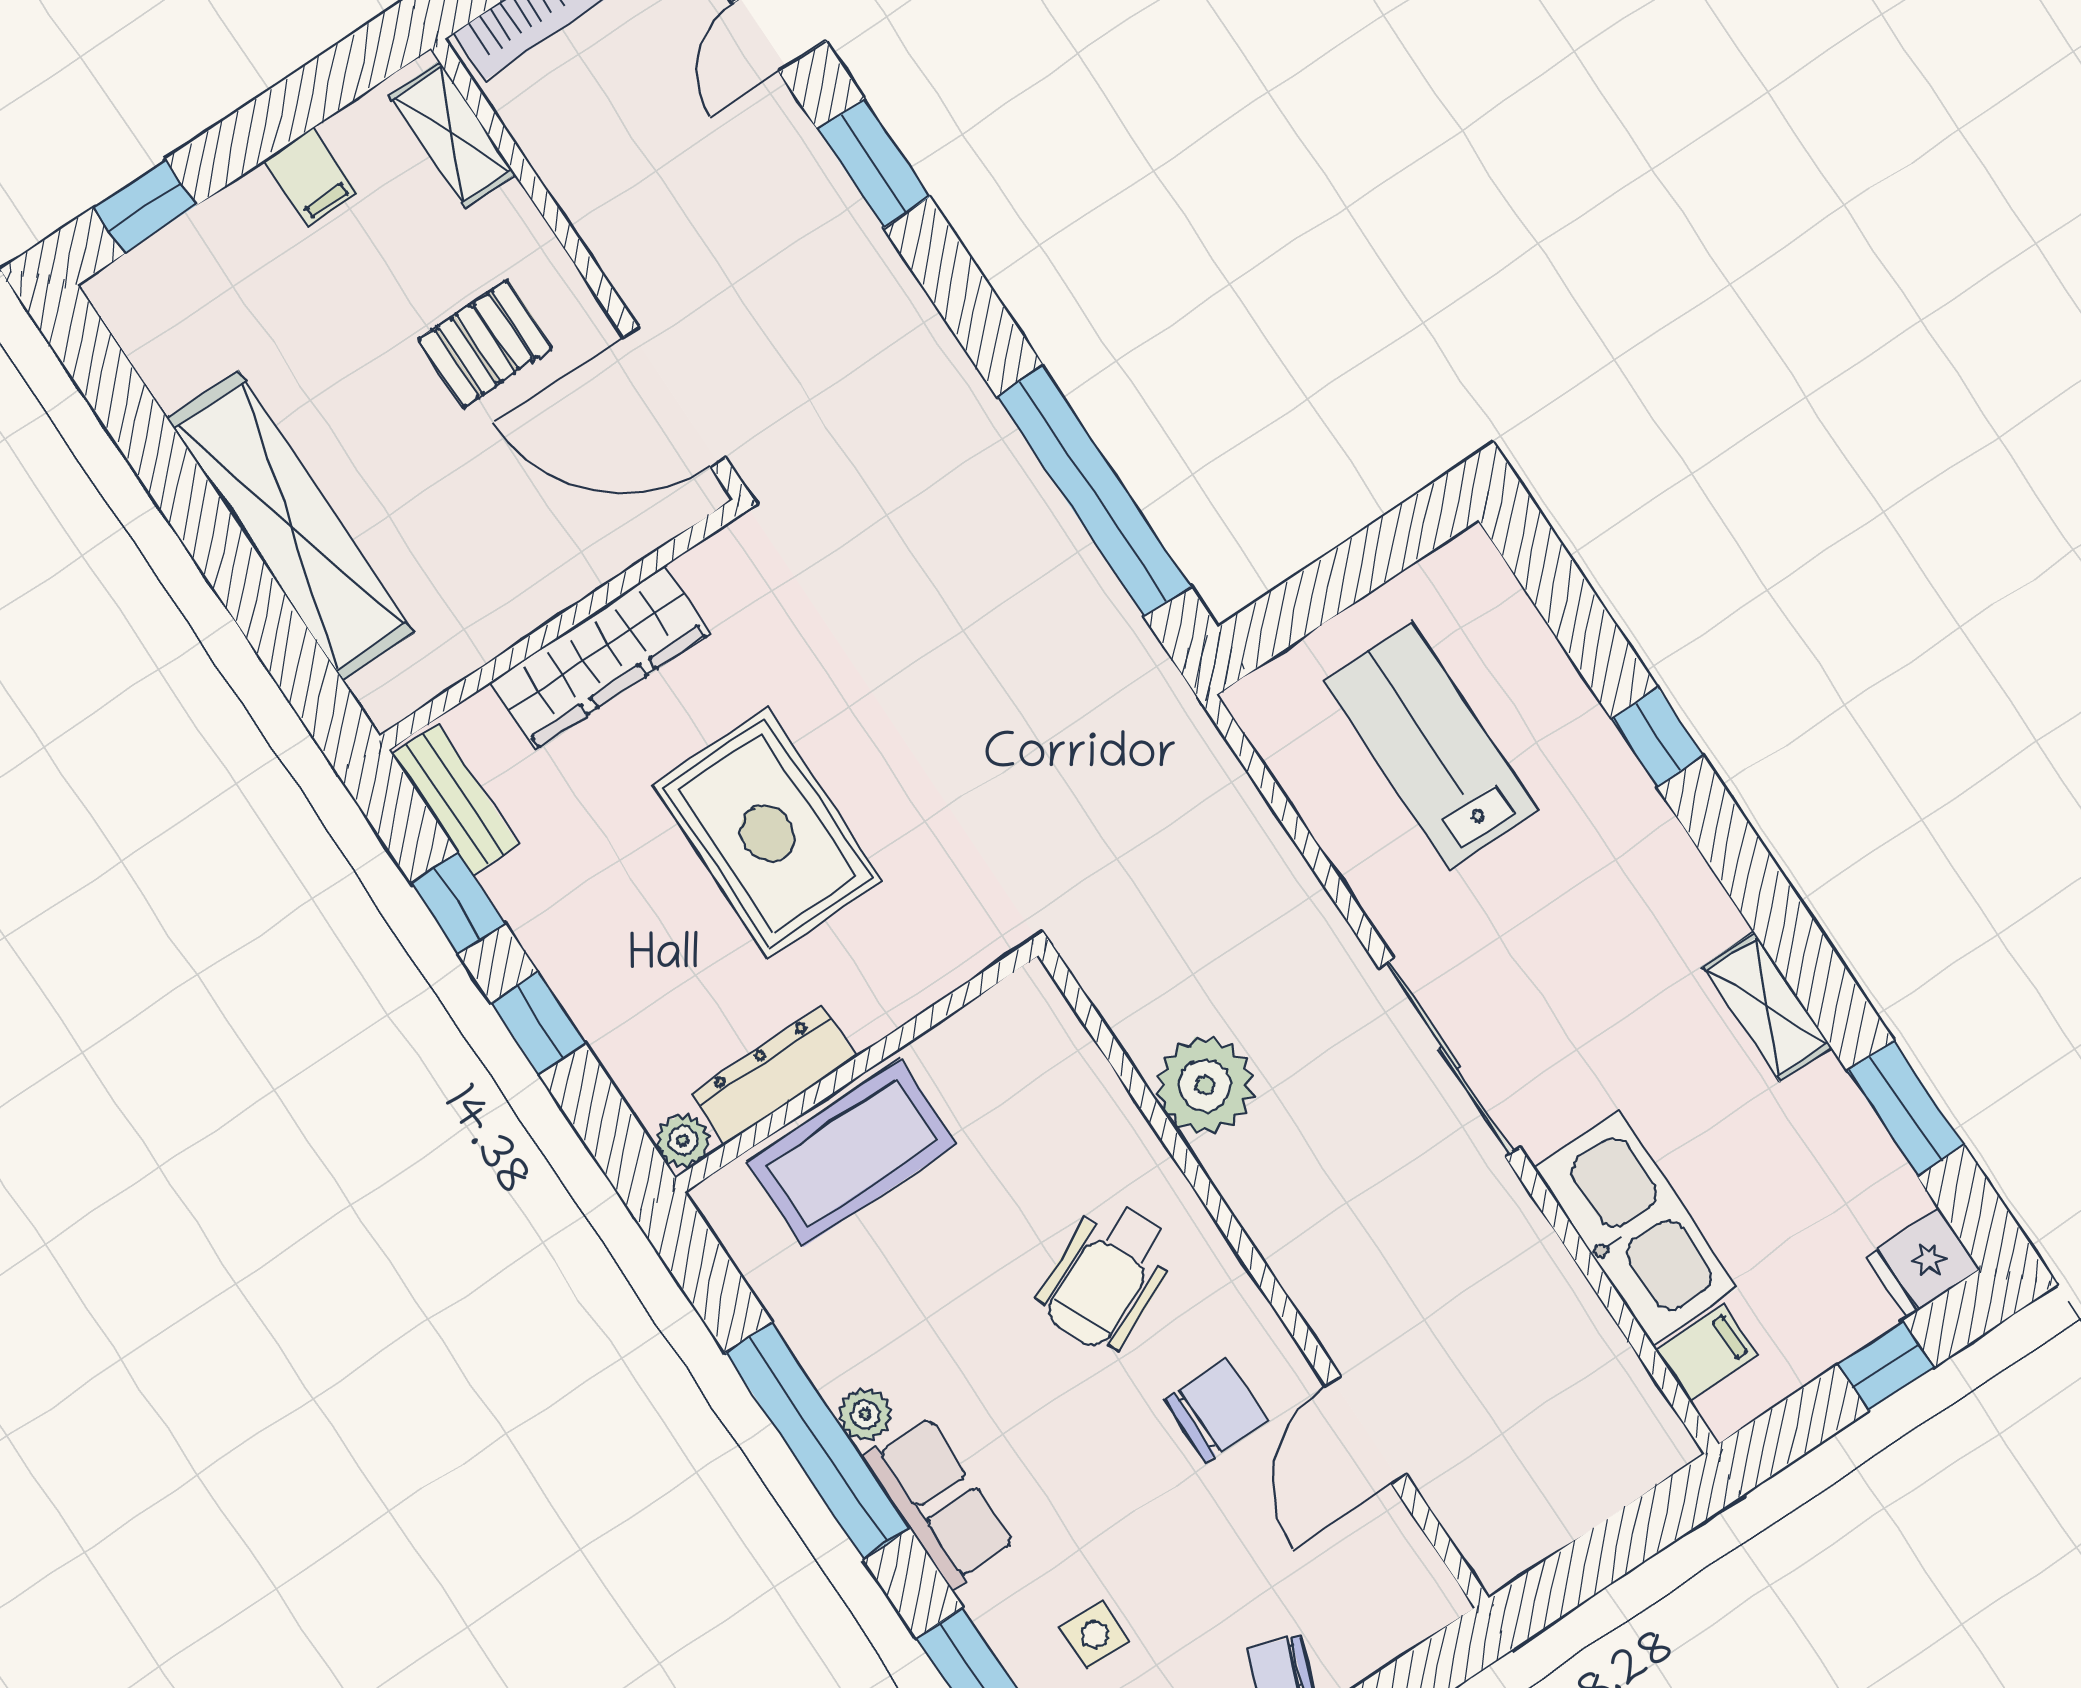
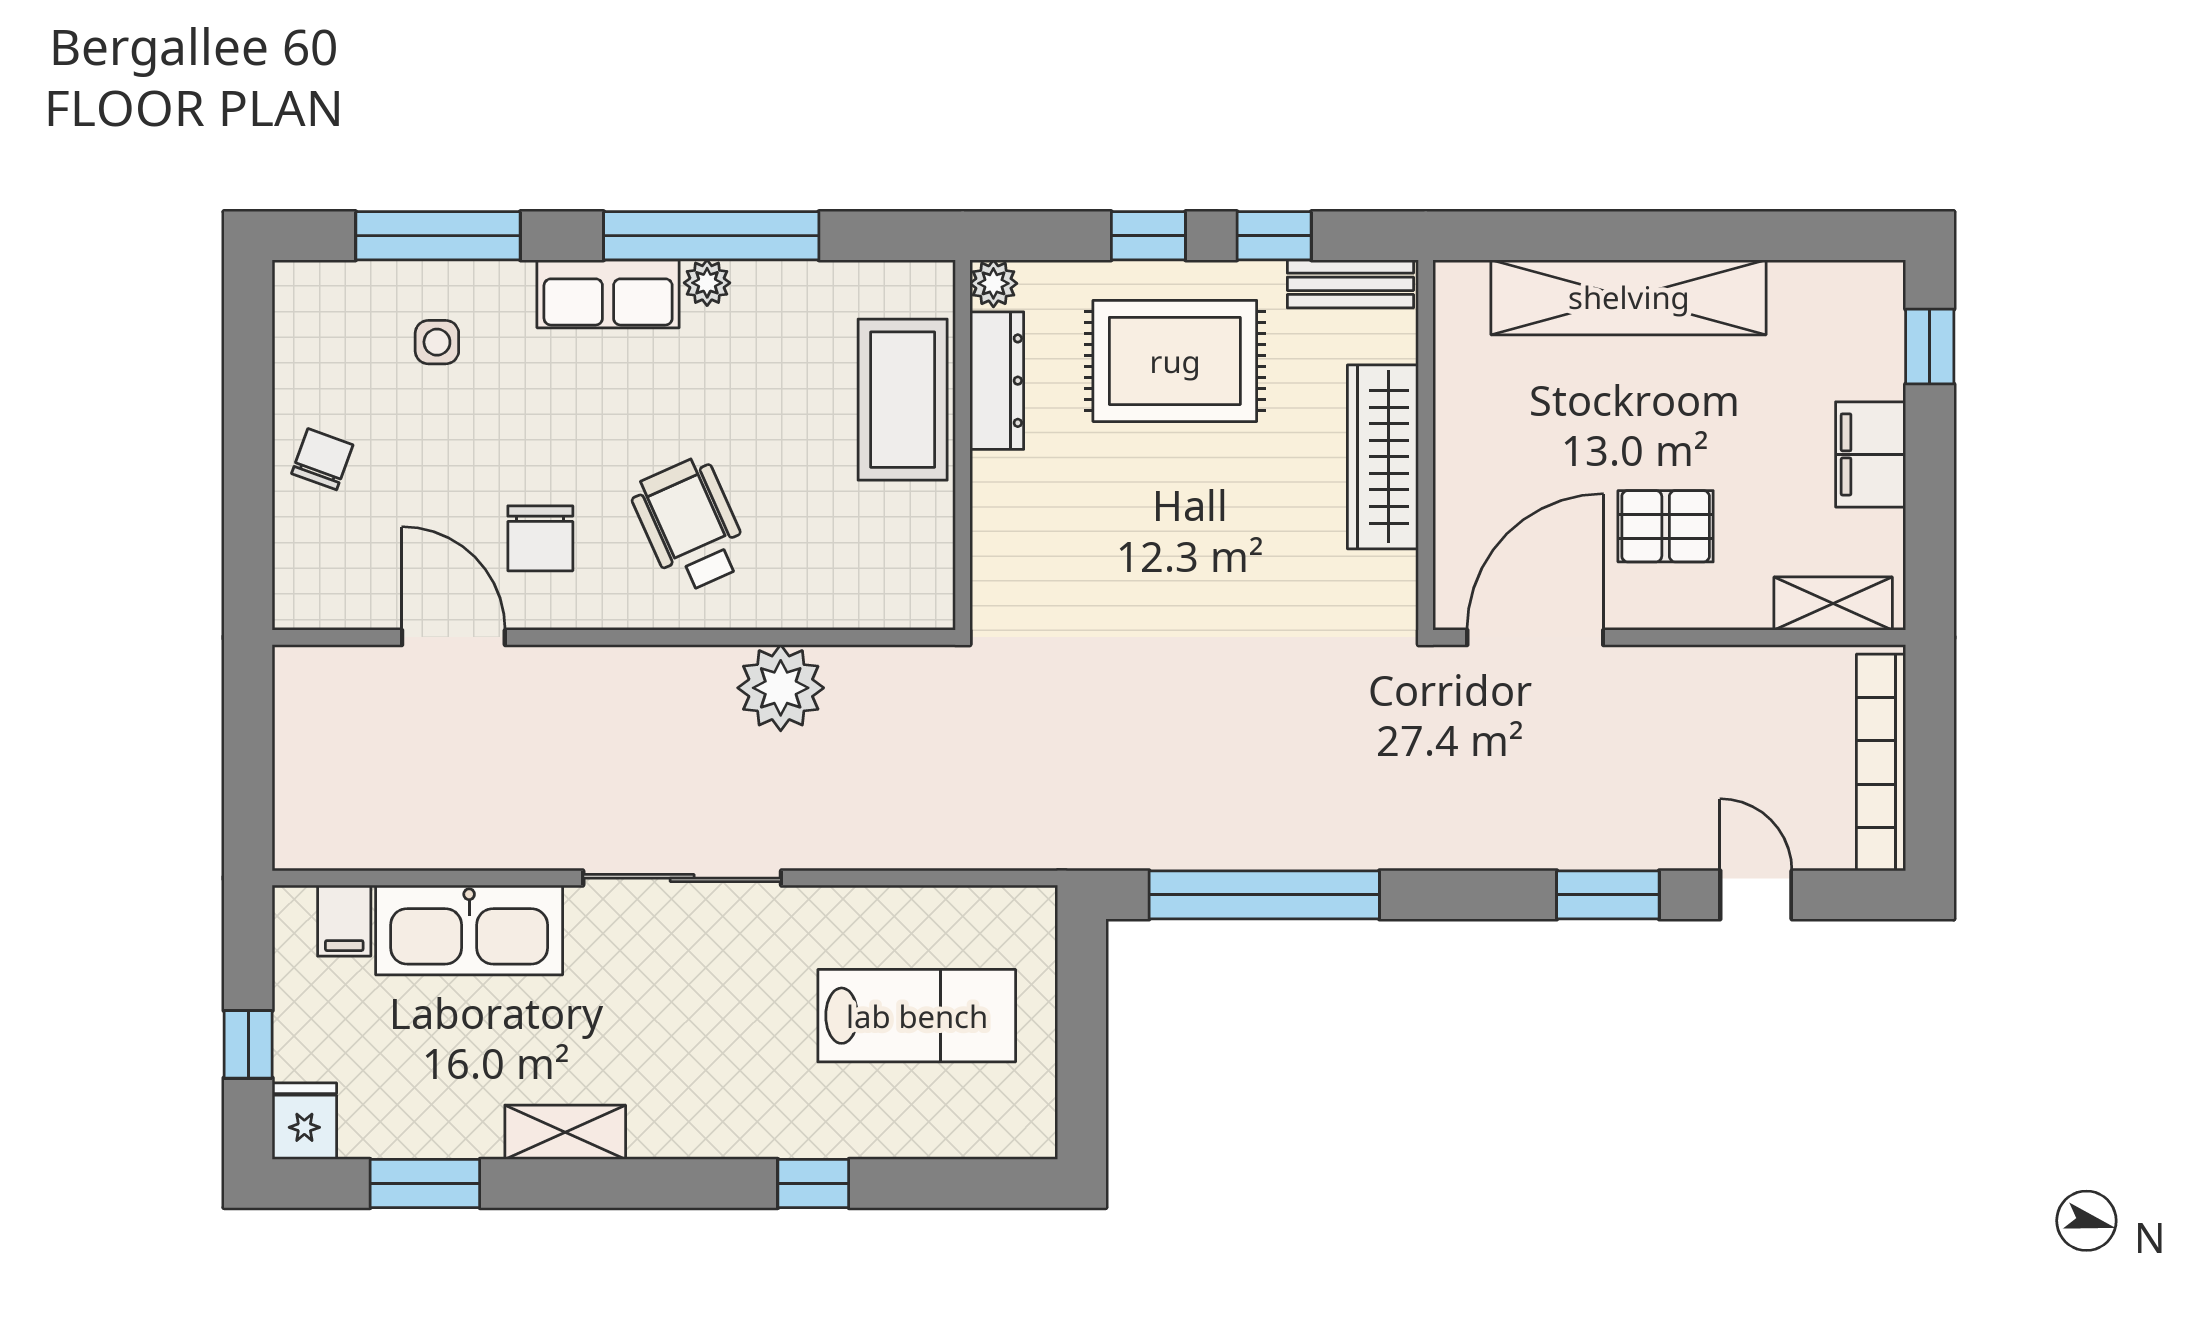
filing cabinet: (311, 177) -> (1871, 454), width x2.00
pallet: (485, 344) -> (1666, 526), turned 90
rug: (767, 833) -> (1175, 361), moved

